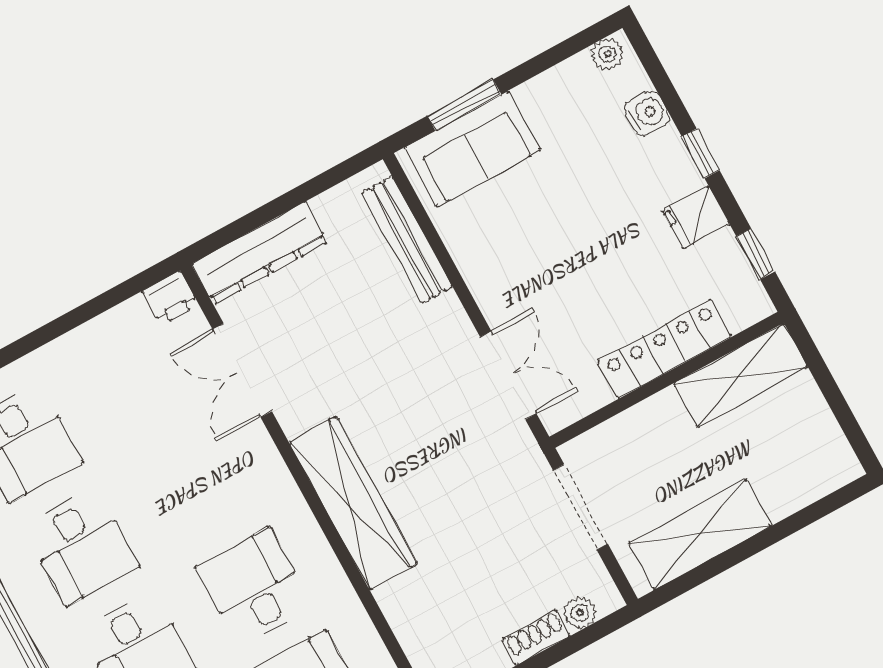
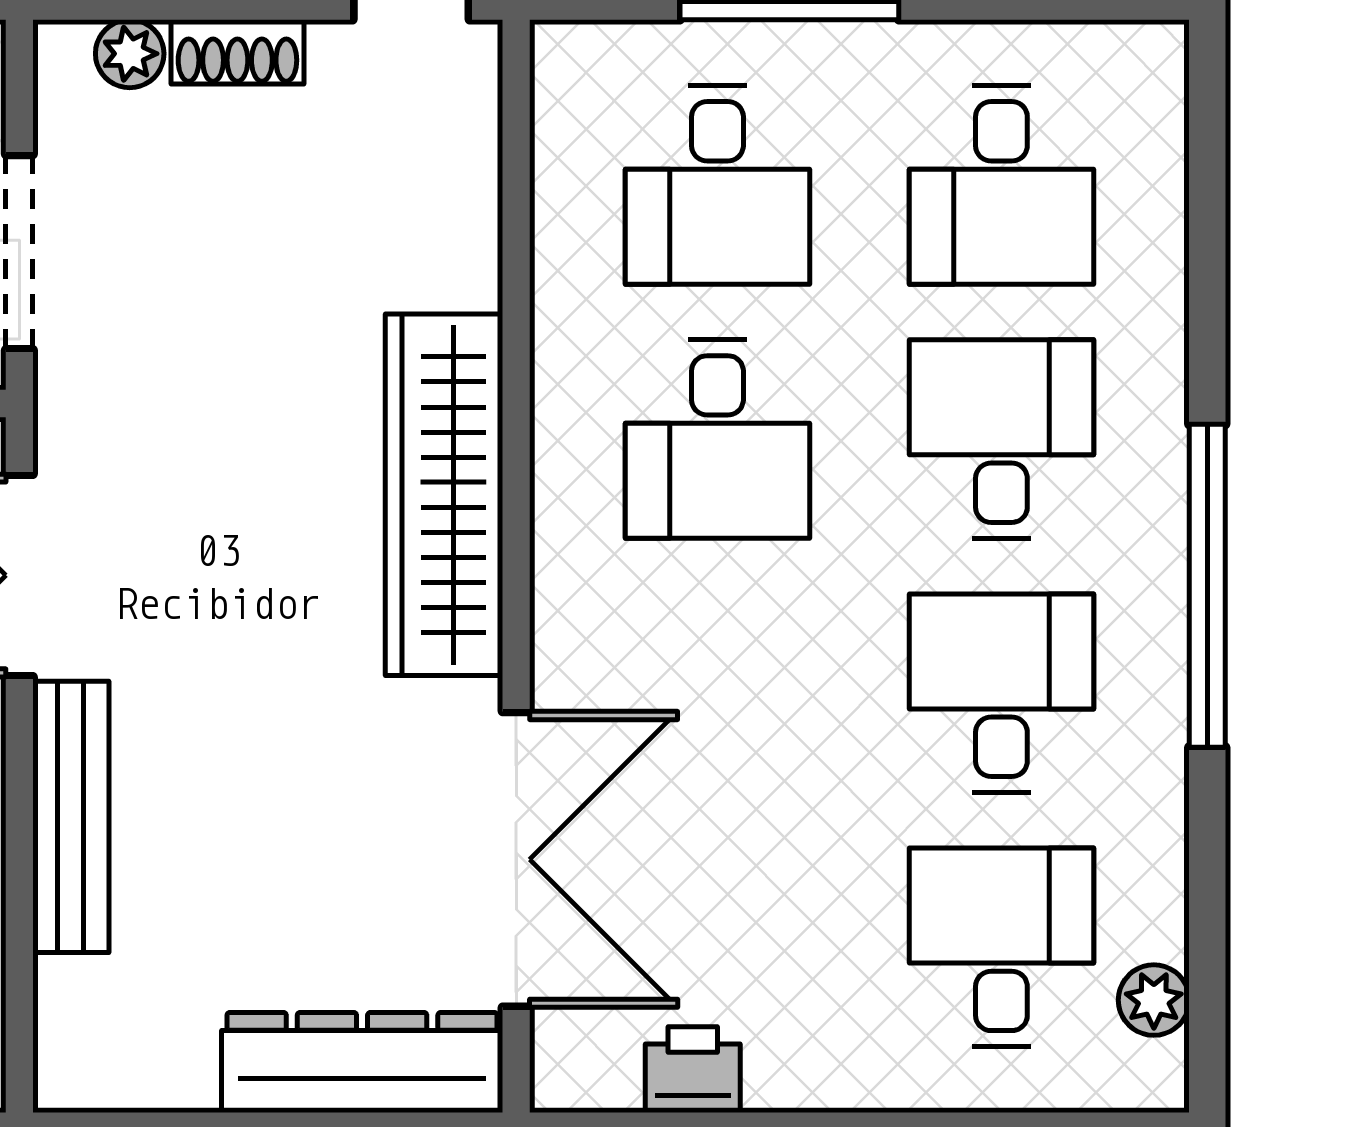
bench: (407, 240) -> (71, 817), moved
printer: (170, 298) -> (693, 1070), moved
double door: (242, 370) -> (516, 859), width x1.37

